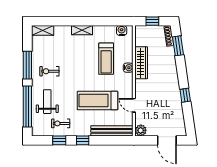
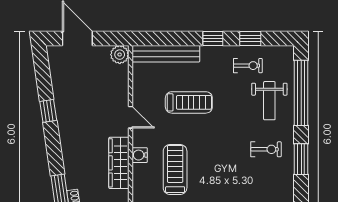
window: (27, 65) -> (301, 159), width x0.69
treadmill: (97, 101) -> (189, 102), width x0.73, depth x0.73
door: (134, 105) -> (131, 117), moved

